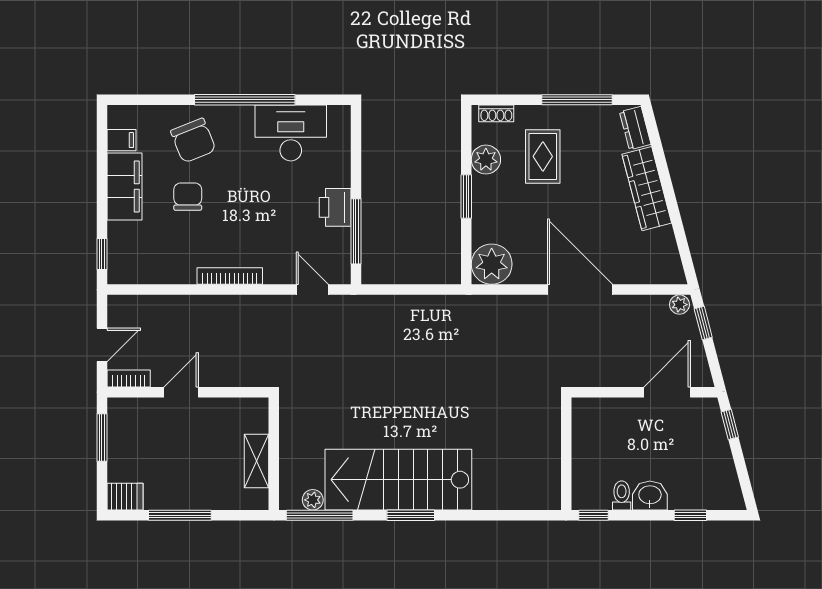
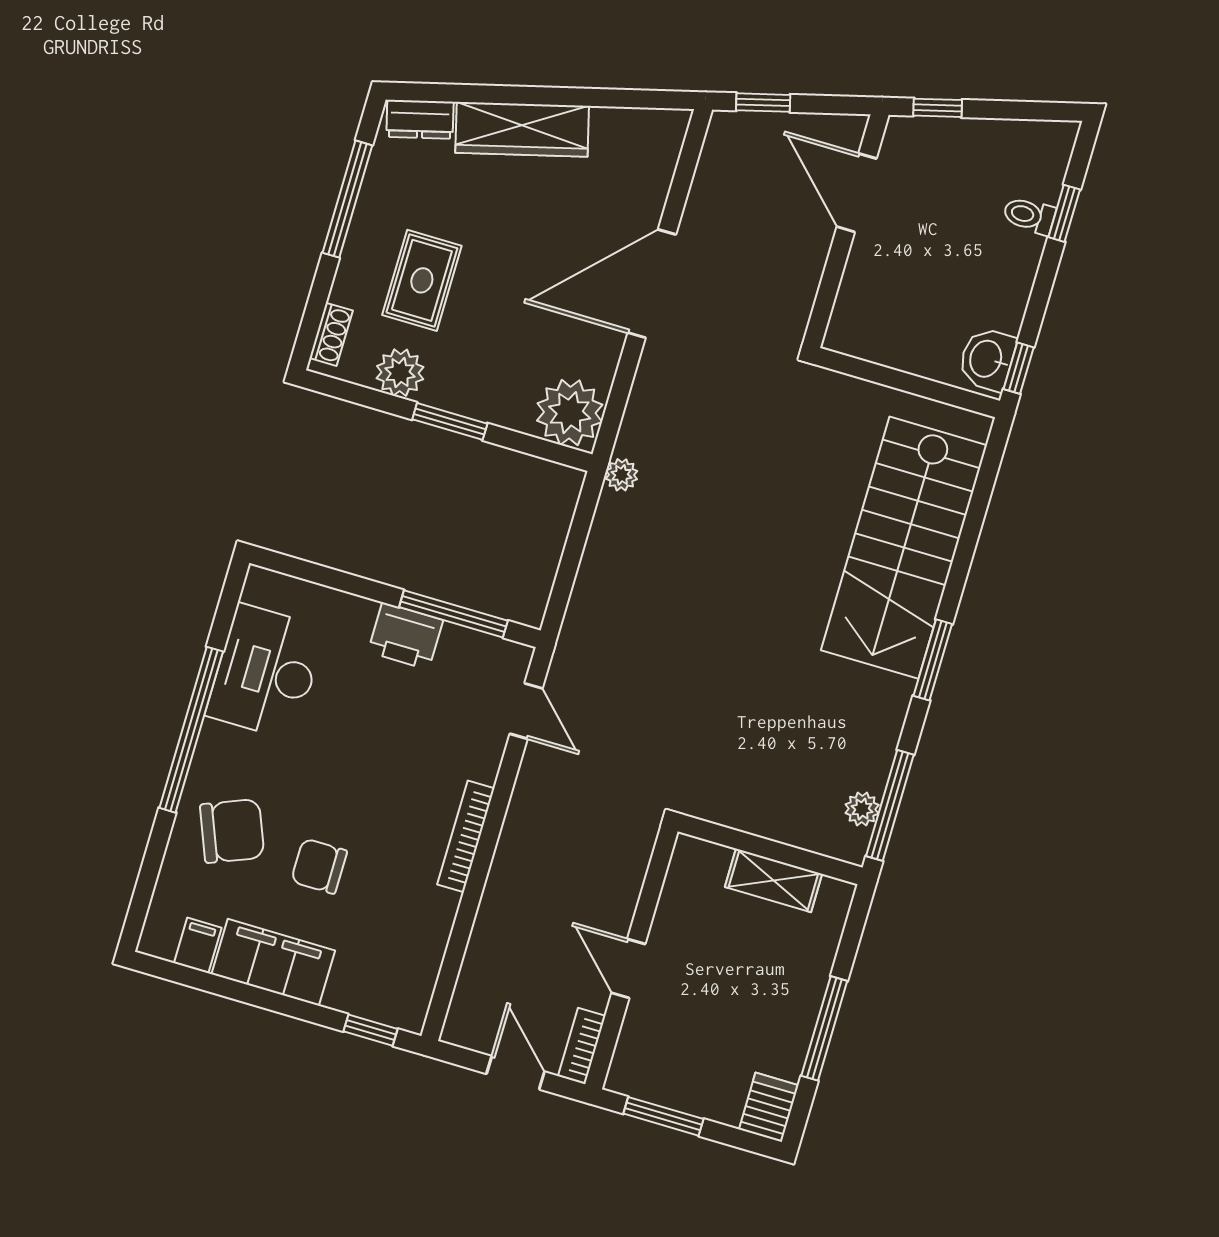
rug: (543, 156) -> (422, 280), turned 90
door: (312, 290) -> (526, 711), swing flipped
plant: (679, 305) -> (622, 475), moved
stairs: (398, 480) -> (904, 548), moved
toilet: (622, 495) -> (1029, 215), moved
washbasin: (650, 496) -> (987, 359), moved

